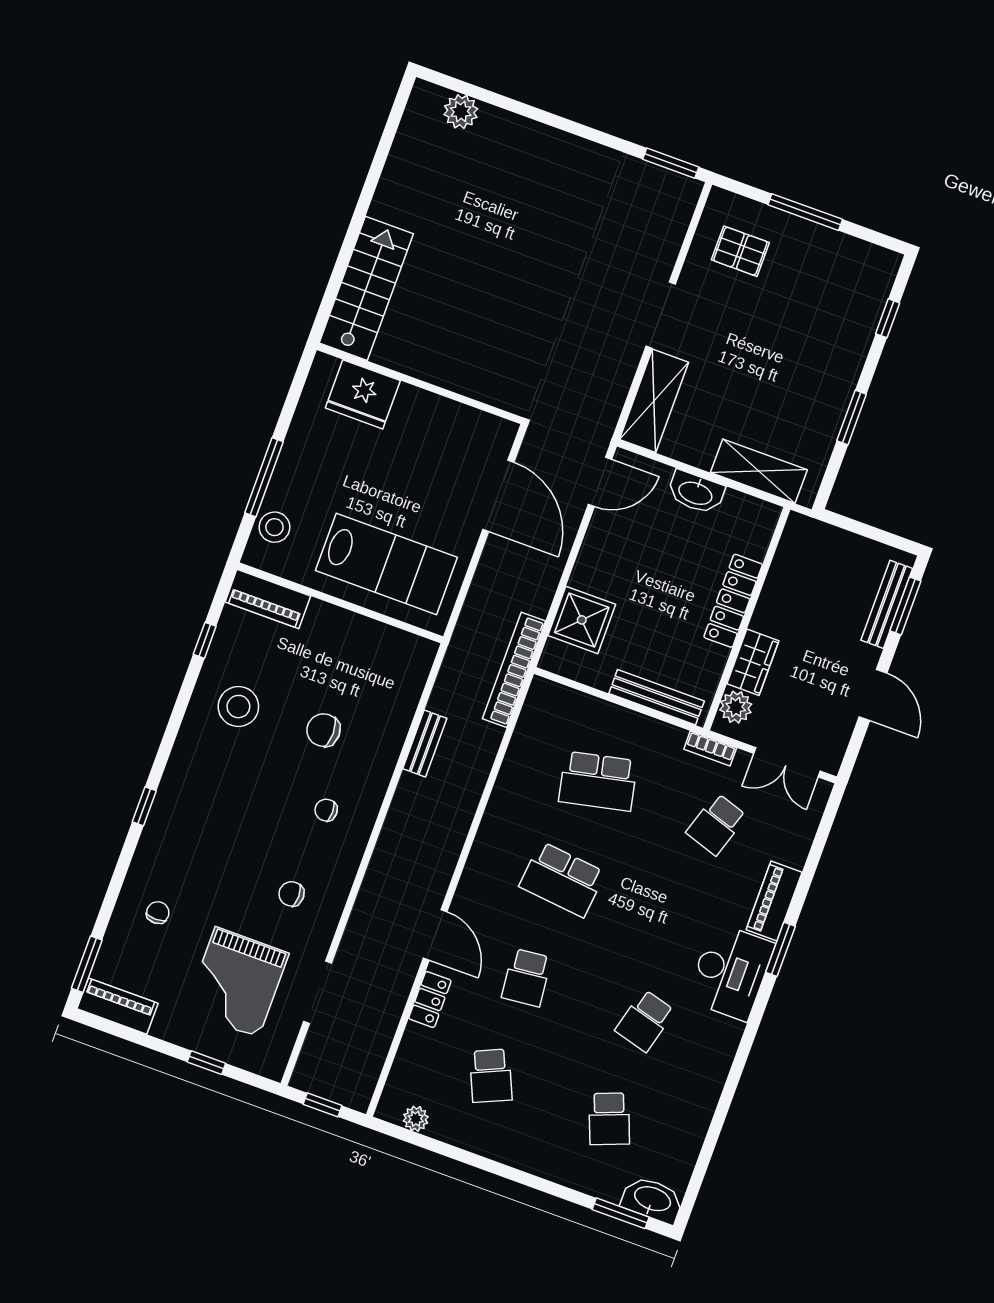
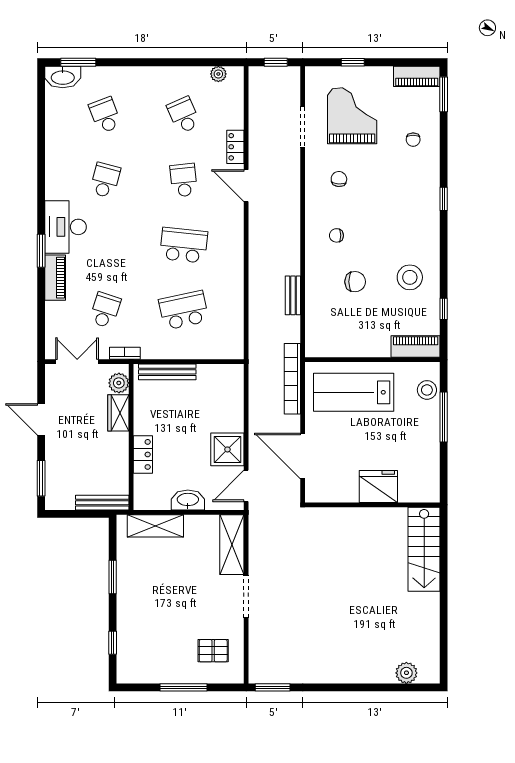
fridge: (363, 394) -> (378, 487), moved
locker: (733, 601) -> (143, 454), width x0.66
bench: (887, 604) -> (102, 503), moved, turned 90
shower: (582, 620) -> (227, 449), moved
bookcase: (514, 670) -> (292, 379), moved, turned 180
chair: (326, 810) -> (336, 235), turned 180
chair: (291, 894) -> (339, 179), turned -85

